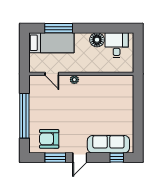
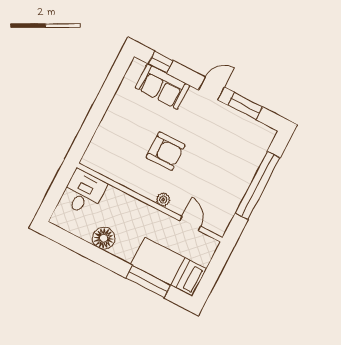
desk: (117, 45) -> (84, 192), moved, turned 180
armchair: (49, 139) -> (166, 151), moved
sofa: (108, 144) -> (162, 86), width x0.73

